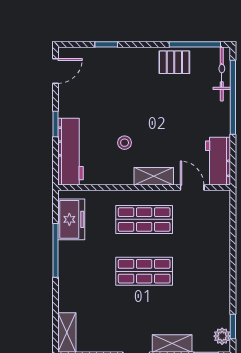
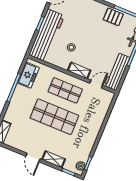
workbench: (70, 152) -> (47, 35), width x1.36, depth x1.32
workbench: (218, 161) -> (117, 72), width x1.37
door: (192, 188) -> (96, 84), hinge flipped
shop shelf: (144, 271) -> (55, 117), width x1.43, depth x1.36

